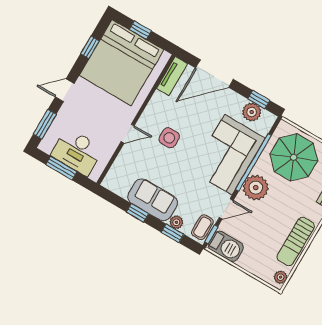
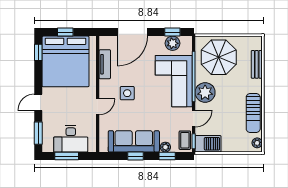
window: (90, 47) -> (38, 52), moved
tv unit: (172, 76) -> (105, 64), moved
sofa: (153, 200) -> (134, 141), width x1.36

